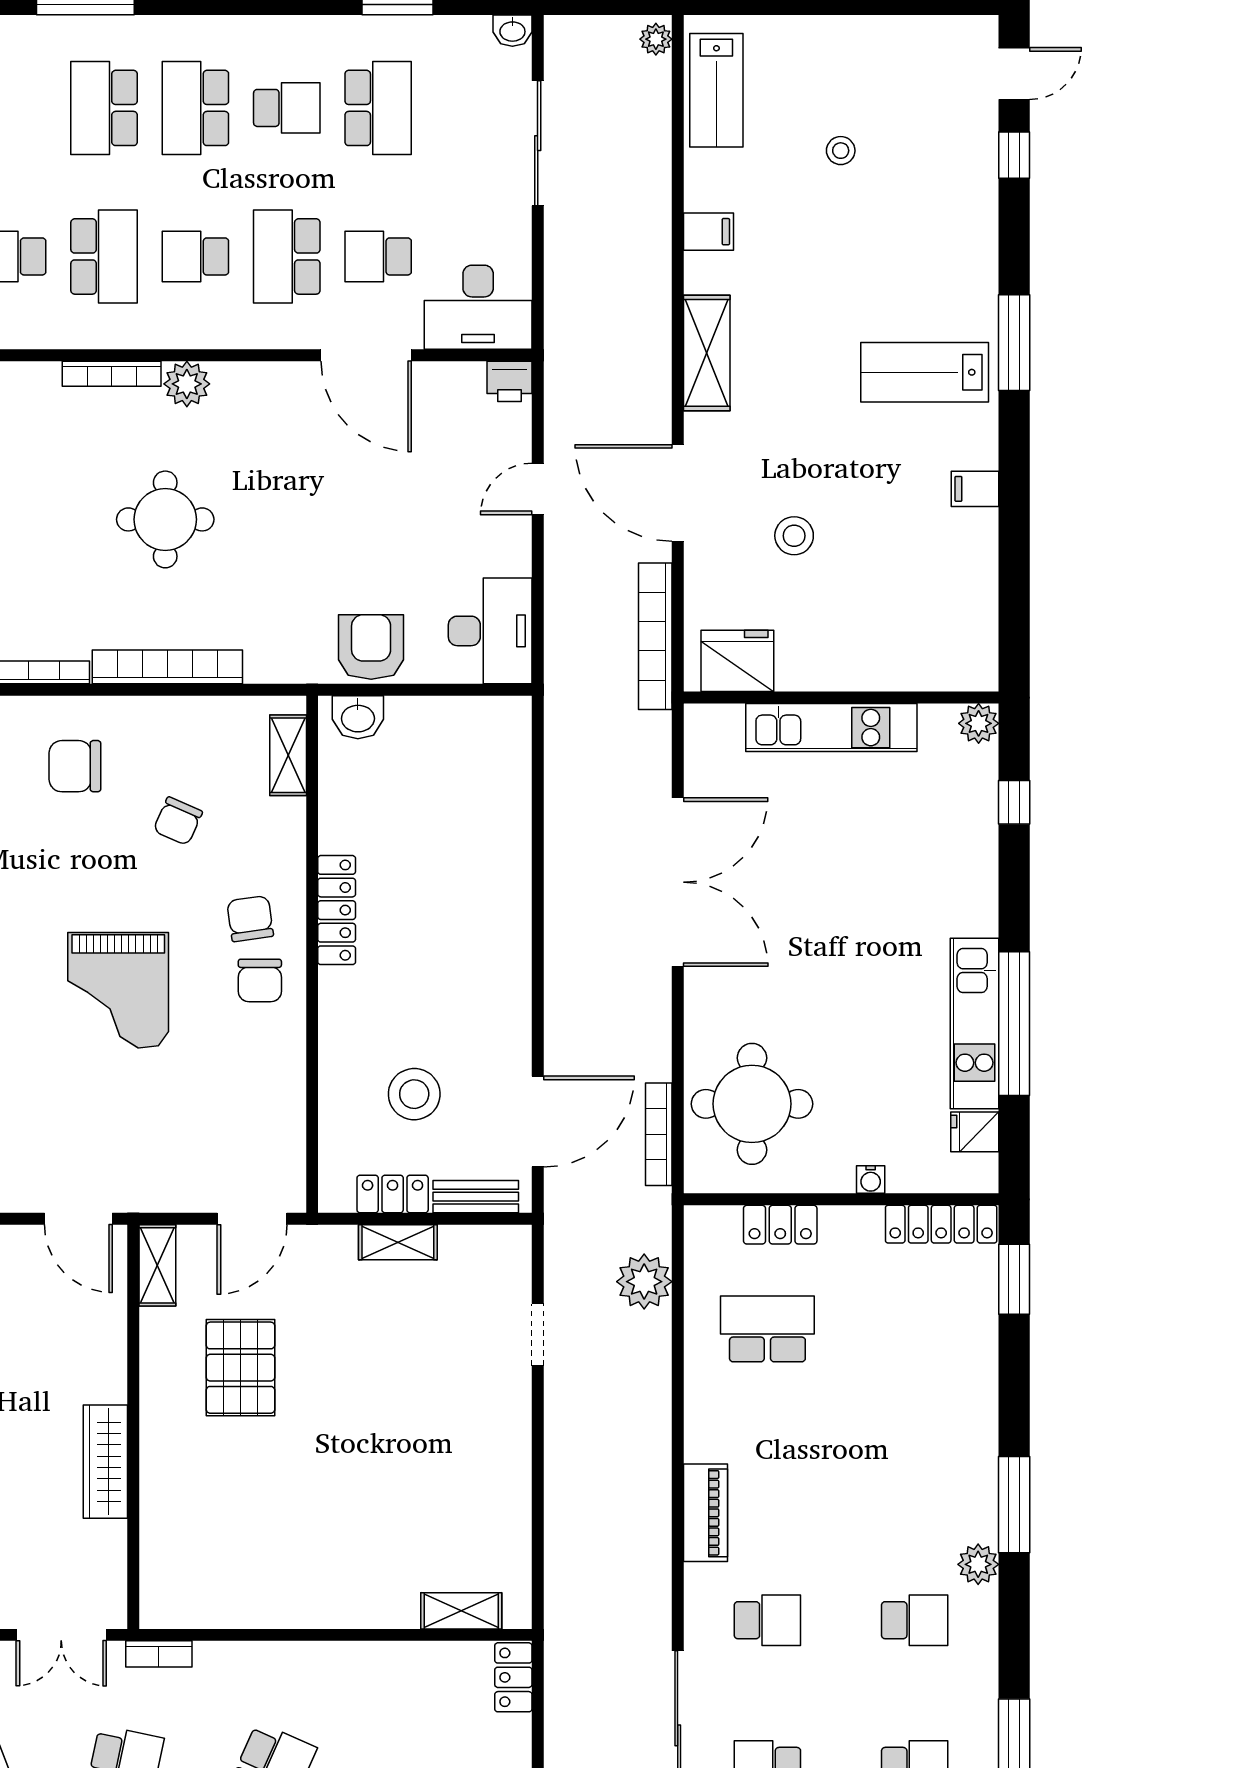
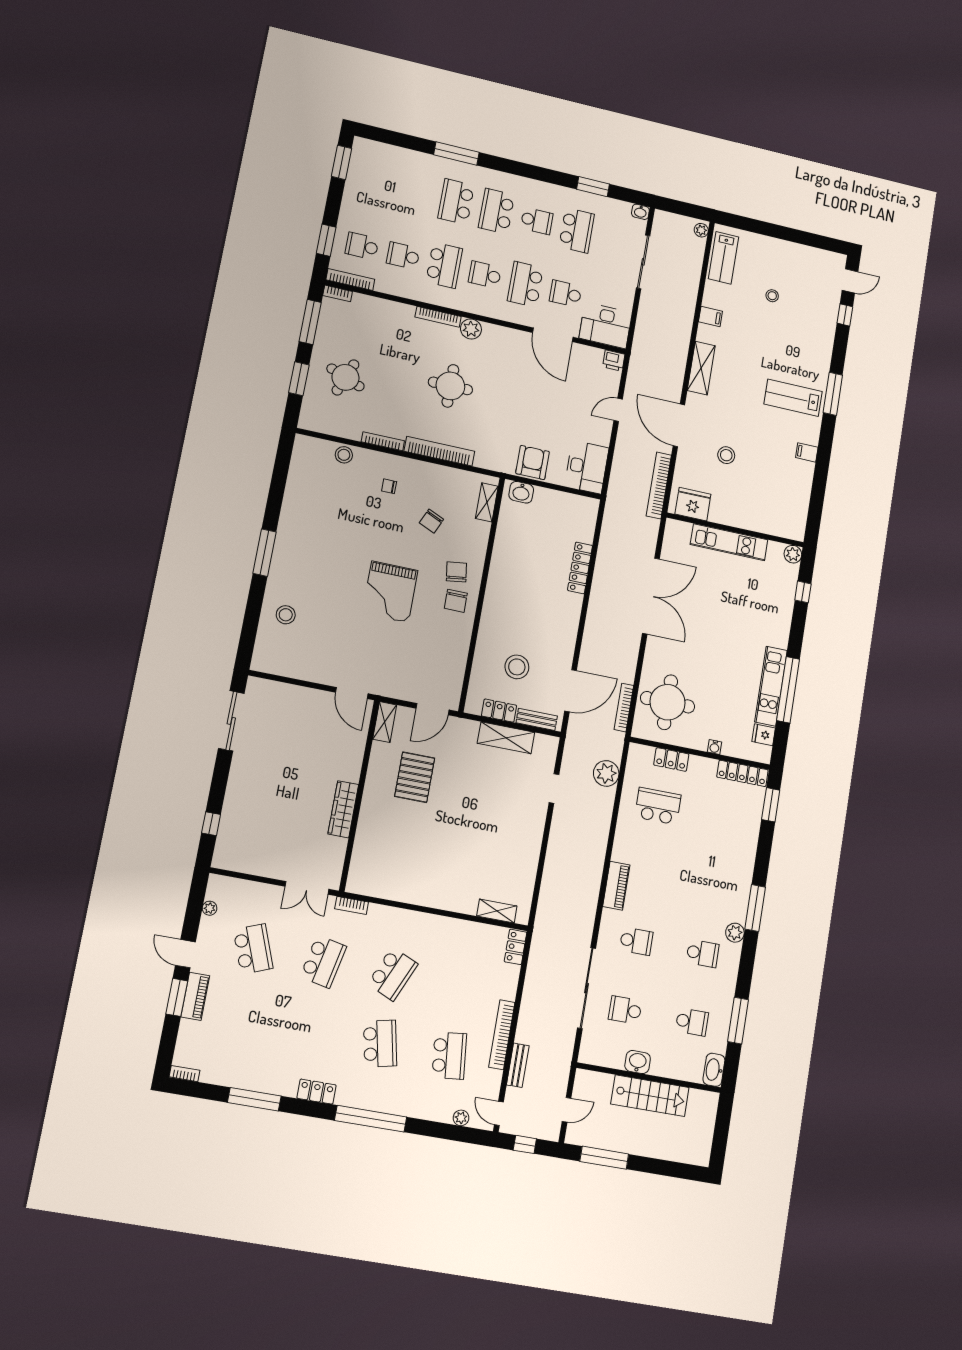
chair: (75, 766) -> (389, 486), width x0.54, depth x0.54
locker: (337, 910) -> (580, 568), moved, turned 180
shelving: (398, 1242) -> (506, 738), width x1.50, depth x1.33

